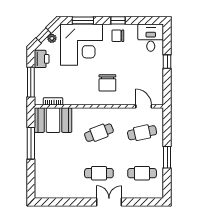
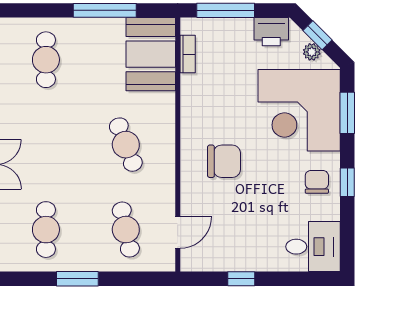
window: (167, 62) -> (241, 279), moved
chair: (107, 83) -> (224, 161), turned 180
cafe table: (99, 173) -> (46, 60), moved

